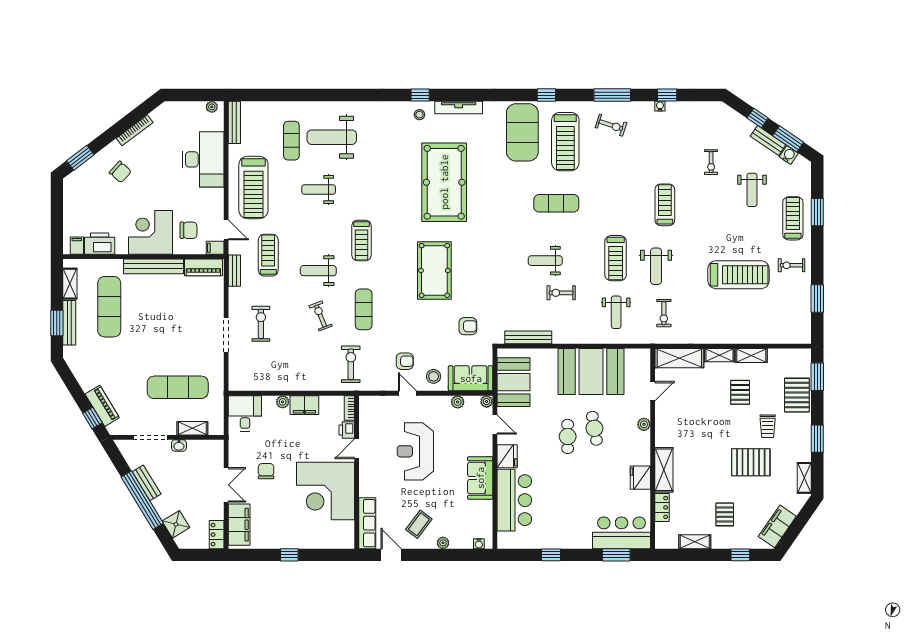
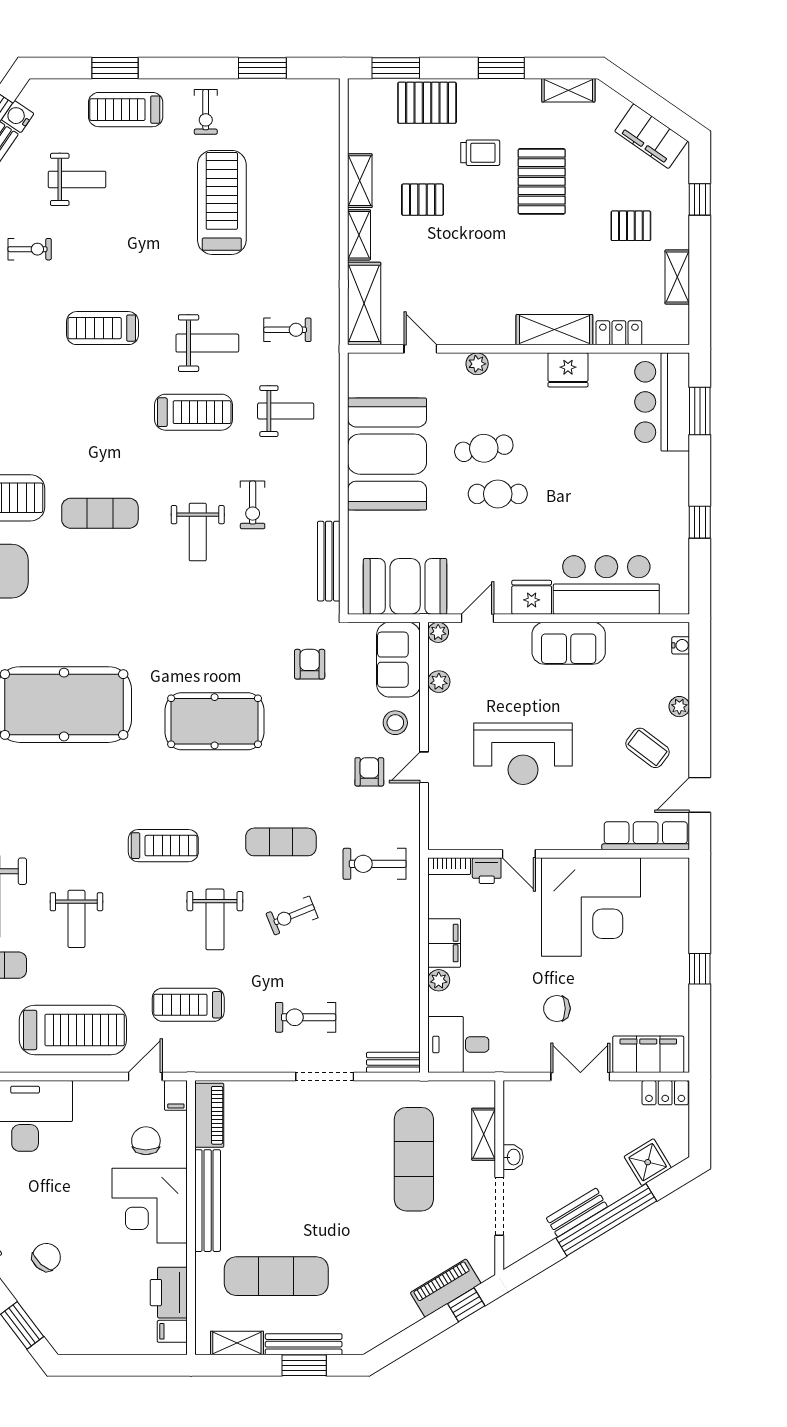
exercise mat: (556, 203) -> (100, 513), turned 90
bench: (234, 271) -> (393, 1062), moved

